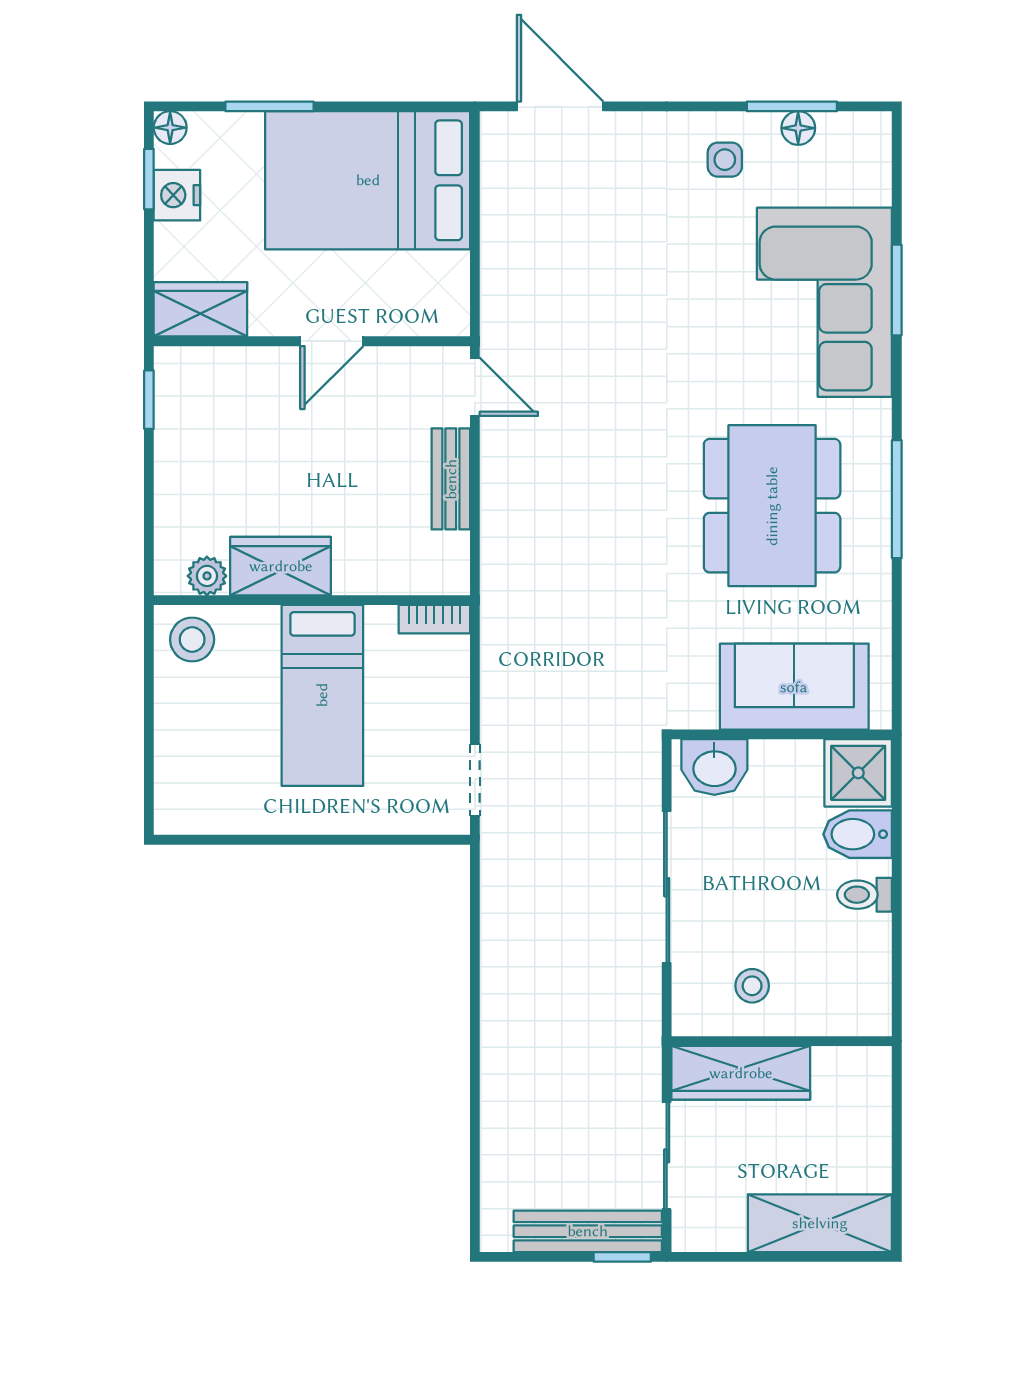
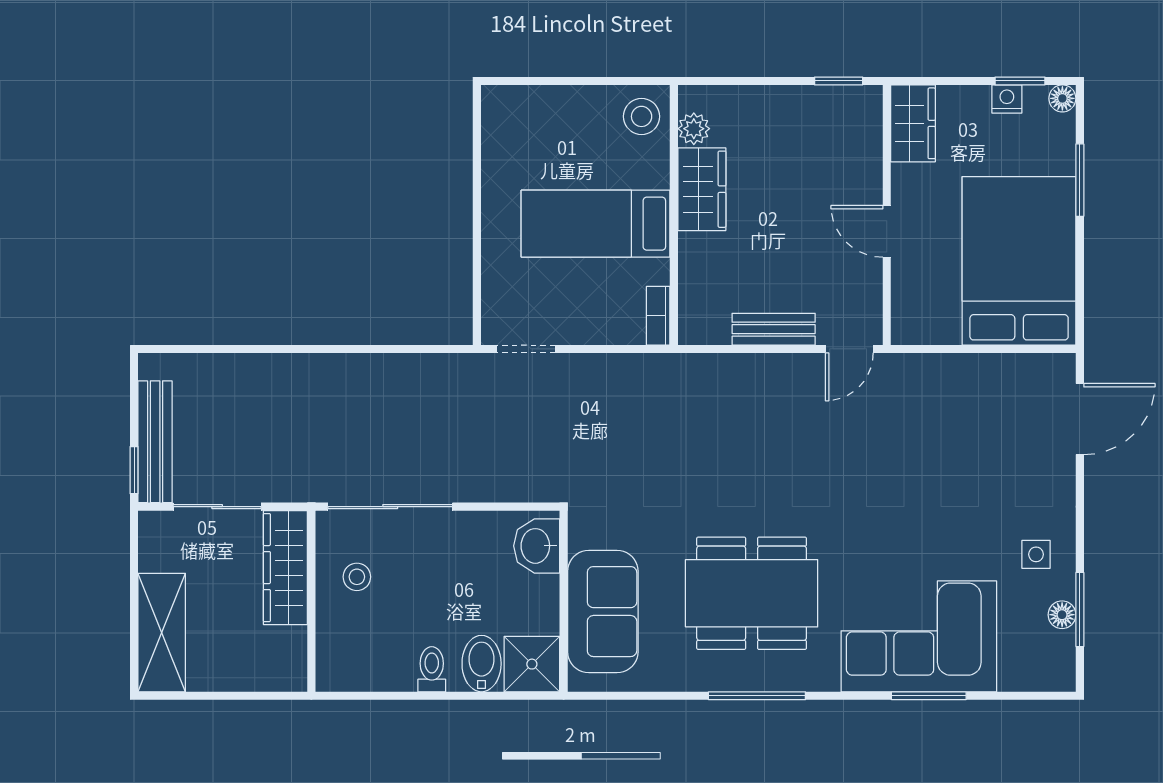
nightstand: (177, 195) -> (1007, 99), width x0.72, depth x0.74
sliding door: (667, 887) -> (390, 507), moved

